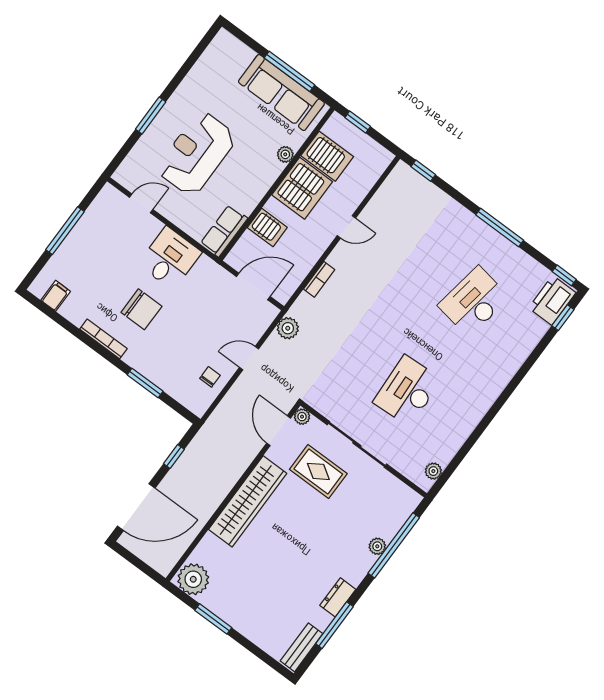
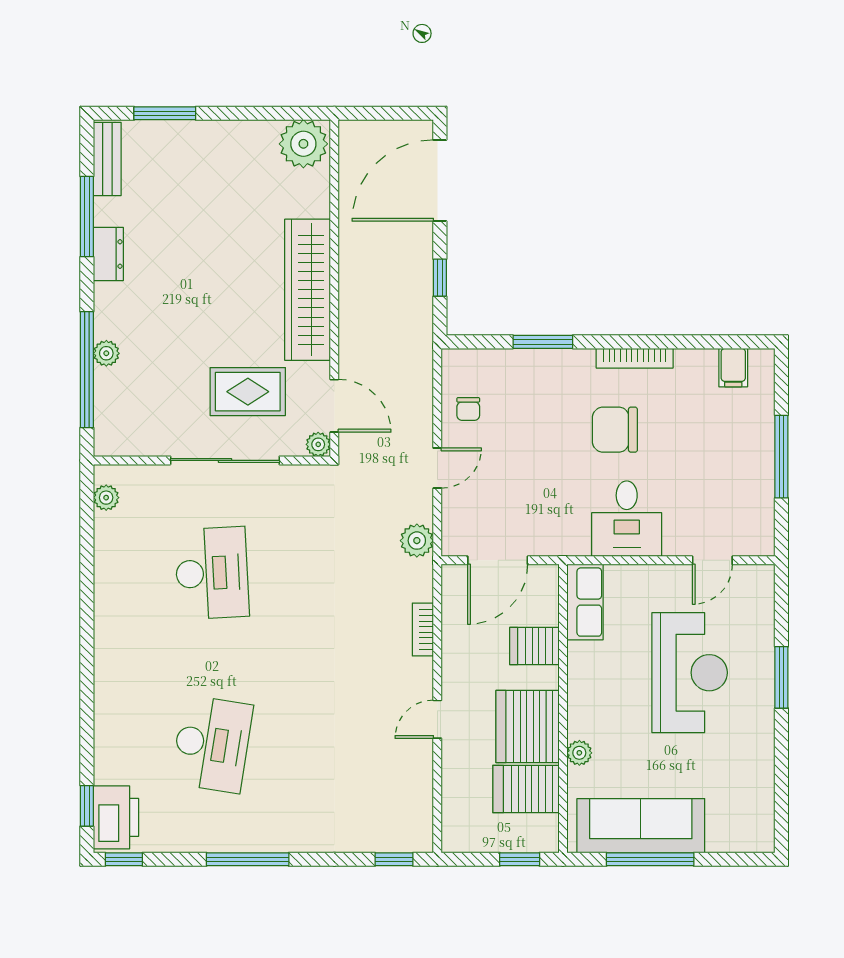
window: (213, 619) -> (165, 113), moved

